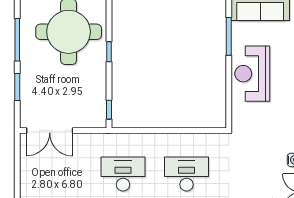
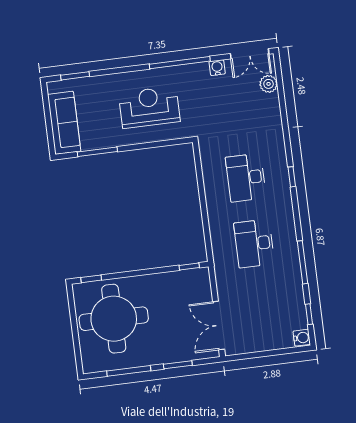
window: (109, 52) -> (91, 279), moved
reception desk: (252, 74) -> (149, 107), moved, turned 180
double door: (50, 130) -> (219, 325), swing flipped

